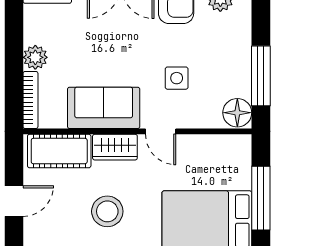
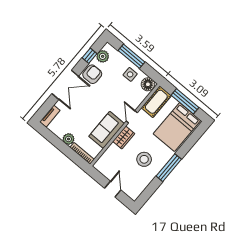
window: (261, 76) -> (132, 56), moved
side table: (177, 78) -> (130, 74), moved
door: (161, 131) -> (132, 117), swing flipped
cot: (59, 151) -> (156, 102), moved

